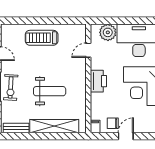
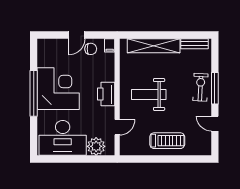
weight bench: (50, 91) -> (149, 94), moved

